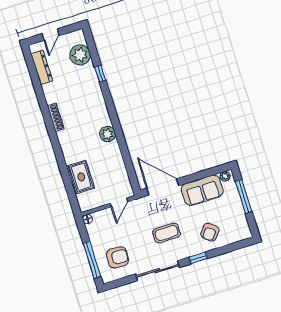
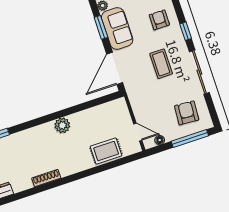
window: (204, 174) -> (101, 27), added
door: (119, 203) -> (138, 132), moved
floor lamp: (88, 219) -> (160, 140), moved
armchair: (210, 232) -> (159, 20), turned -128

